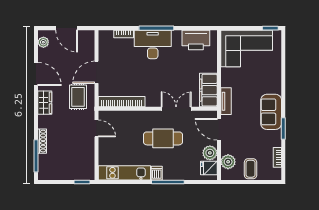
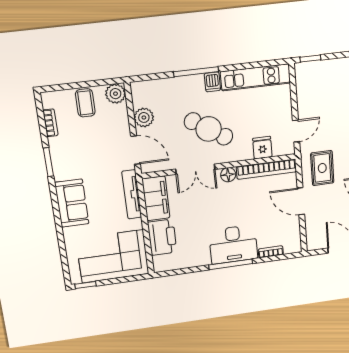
printer: (196, 40) -> (162, 237), moved, turned 90
door: (97, 72) -> (301, 201), swing flipped
floor lamp: (152, 101) -> (228, 175), added
tv unit: (226, 101) -> (132, 194), width x1.41
sofa: (271, 112) -> (72, 203), moved
door: (97, 128) -> (296, 131), swing flipped
cafe table: (163, 138) -> (209, 129), turned 33
plant: (228, 162) -> (115, 94), moved
fridge: (209, 168) -> (262, 148), moved, turned -90

